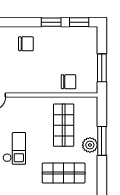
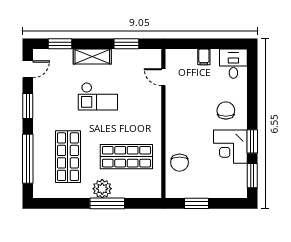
corner desk: (55, 40) -> (230, 147), added
chair: (26, 44) -> (226, 110), turned 180
window: (102, 68) -> (197, 203), width x0.69

